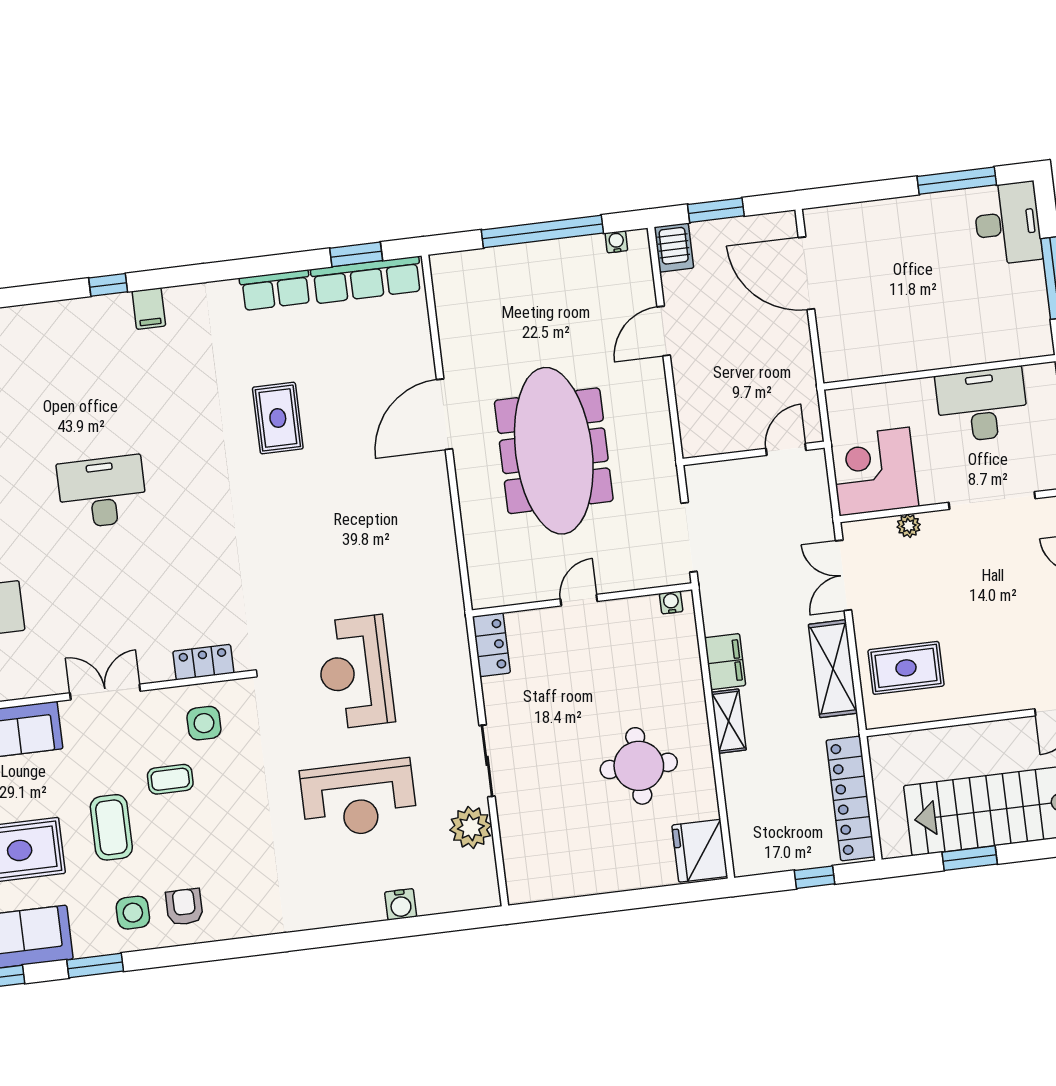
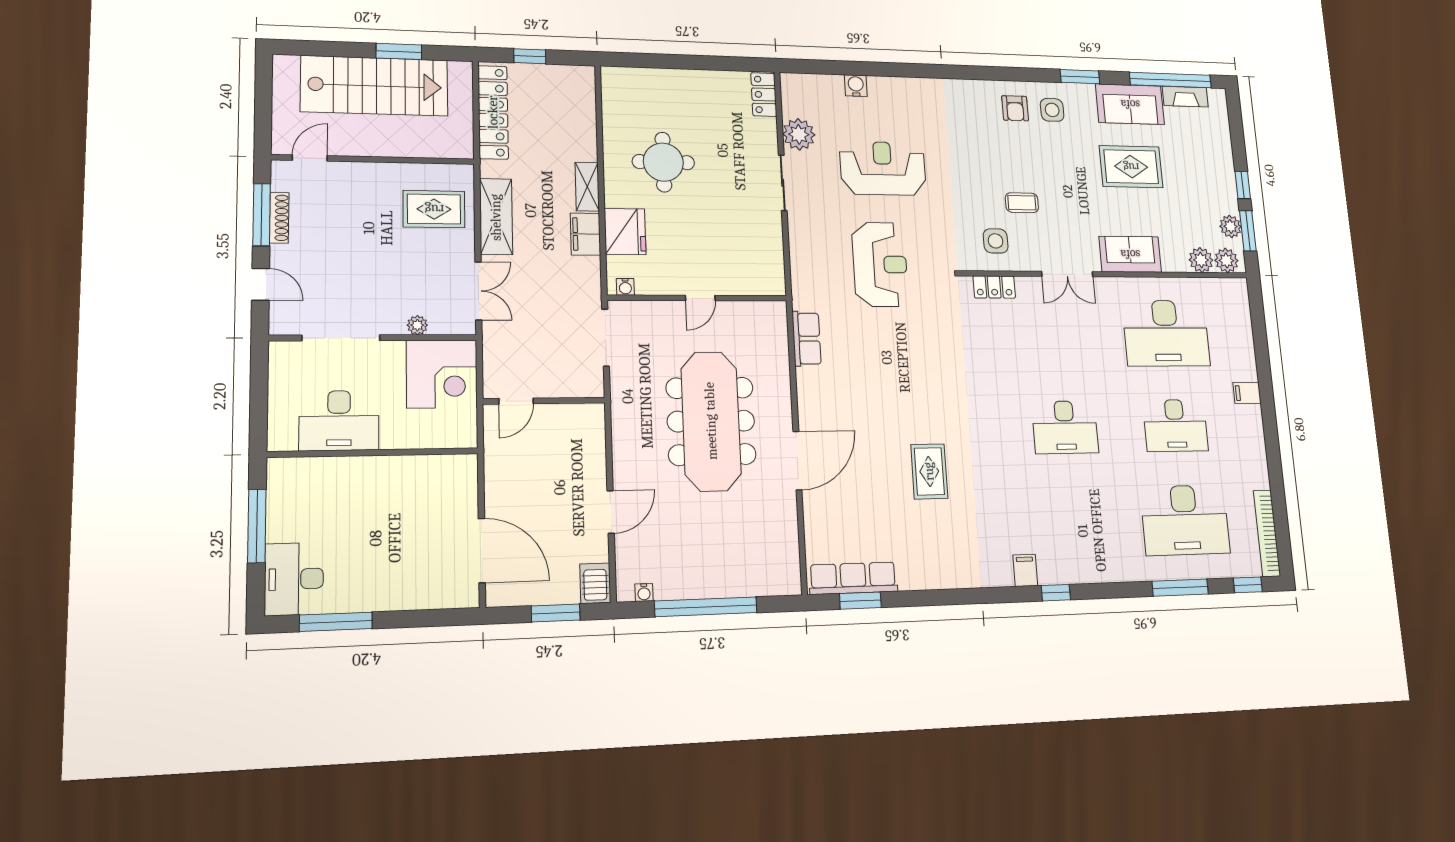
row of seats: (276, 290) -> (806, 339), moved, turned 90
locker: (491, 645) -> (764, 95), moved
coffee table: (111, 827) -> (1066, 174), removed
fridge: (700, 851) -> (625, 232), moved

